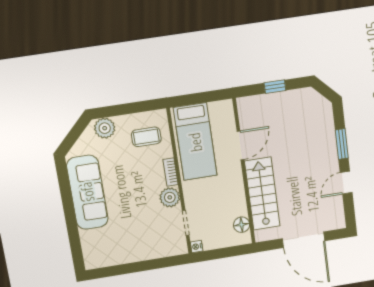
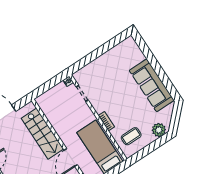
plant: (170, 197) -> (100, 105), removed
floor lamp: (242, 225) -> (46, 108), removed

